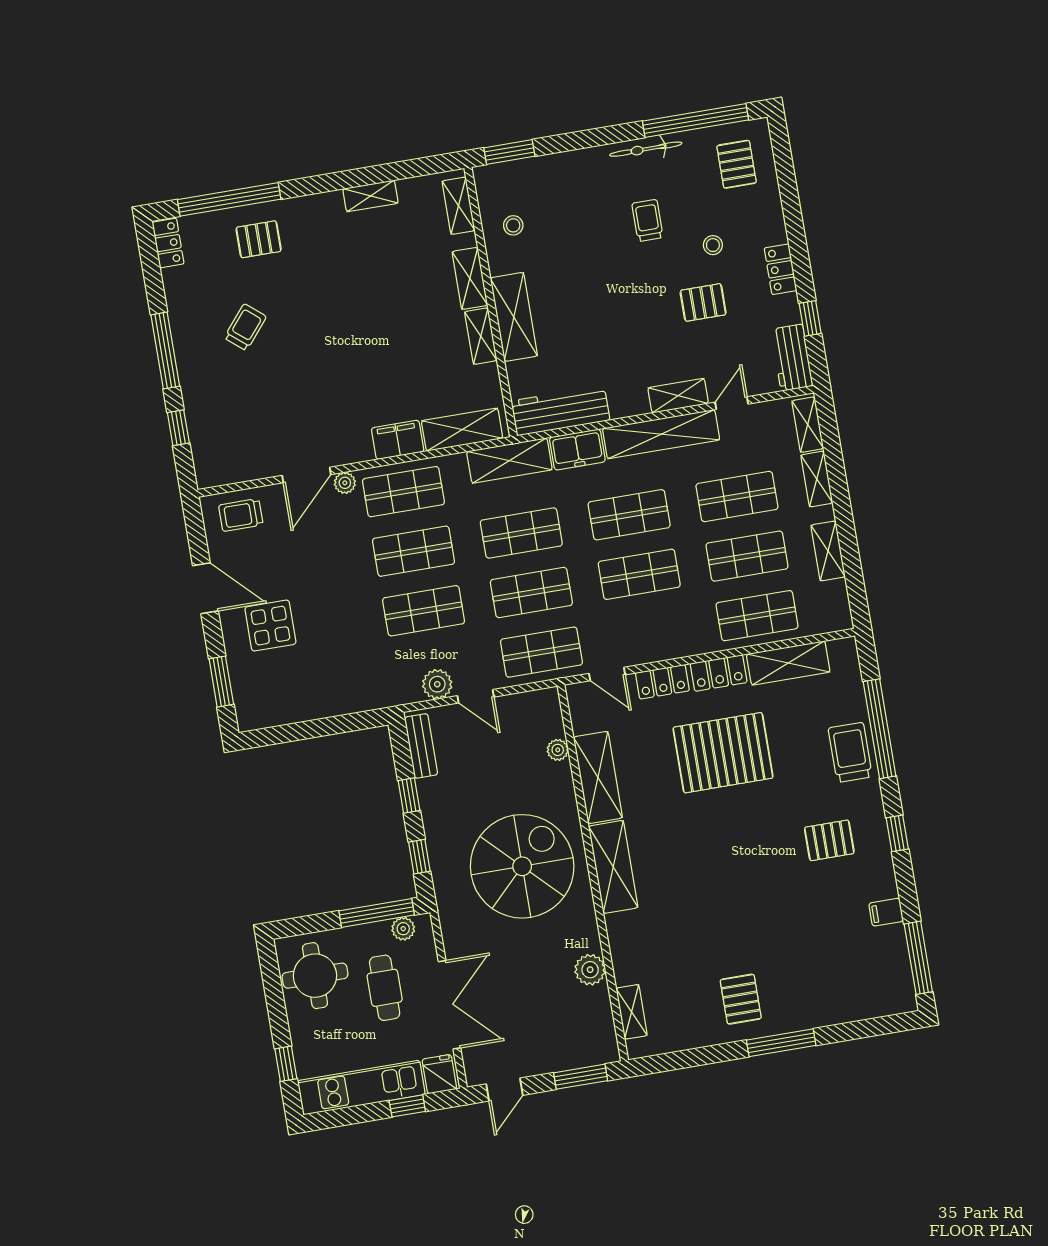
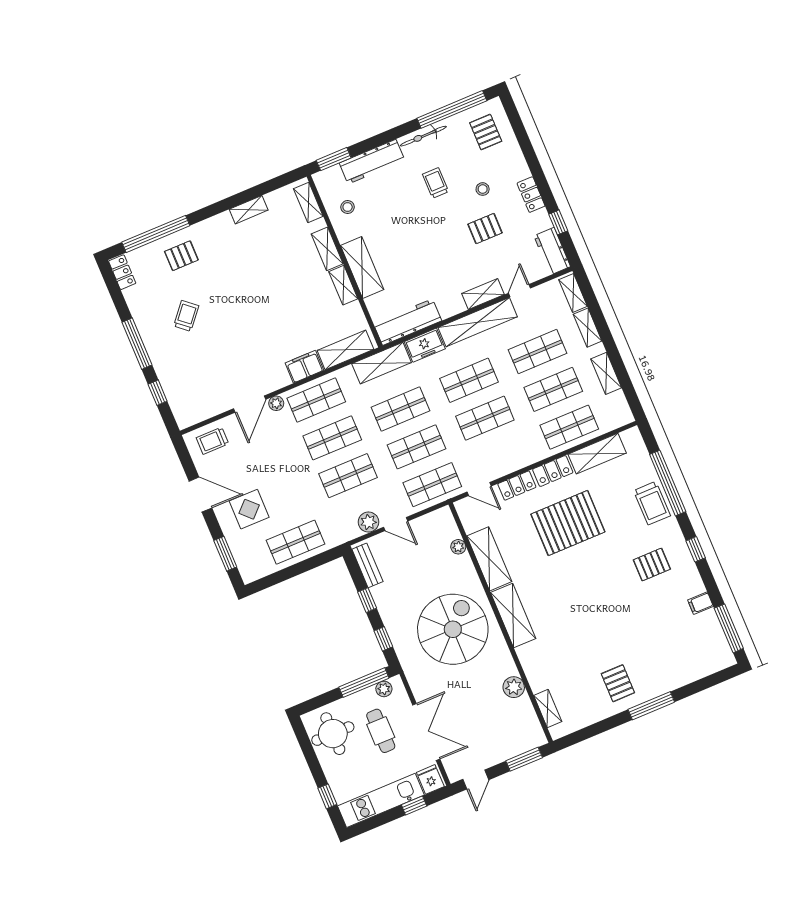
workbench: (563, 169) -> (372, 162), added
shop shelf: (326, 689) -> (295, 542), added
trolley: (850, 752) -> (652, 503), turned 180

